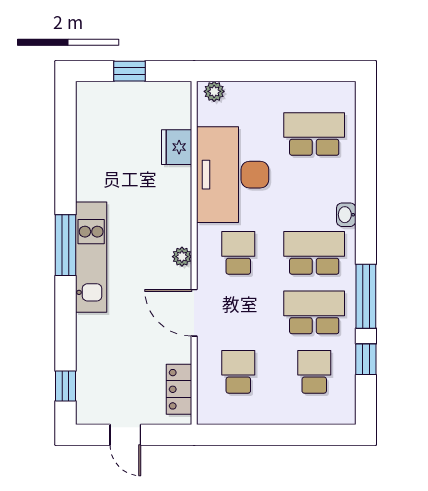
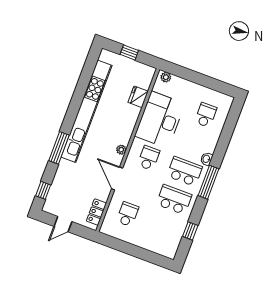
school desk: (314, 134) -> (206, 115), width x0.54
window: (65, 245) -> (59, 148), moved
kitchen unit: (91, 257) -> (87, 111), width x1.86
window: (366, 296) -> (208, 182), moved
school desk: (314, 372) -> (164, 228), removed
door: (125, 435) -> (63, 224), hinge flipped

